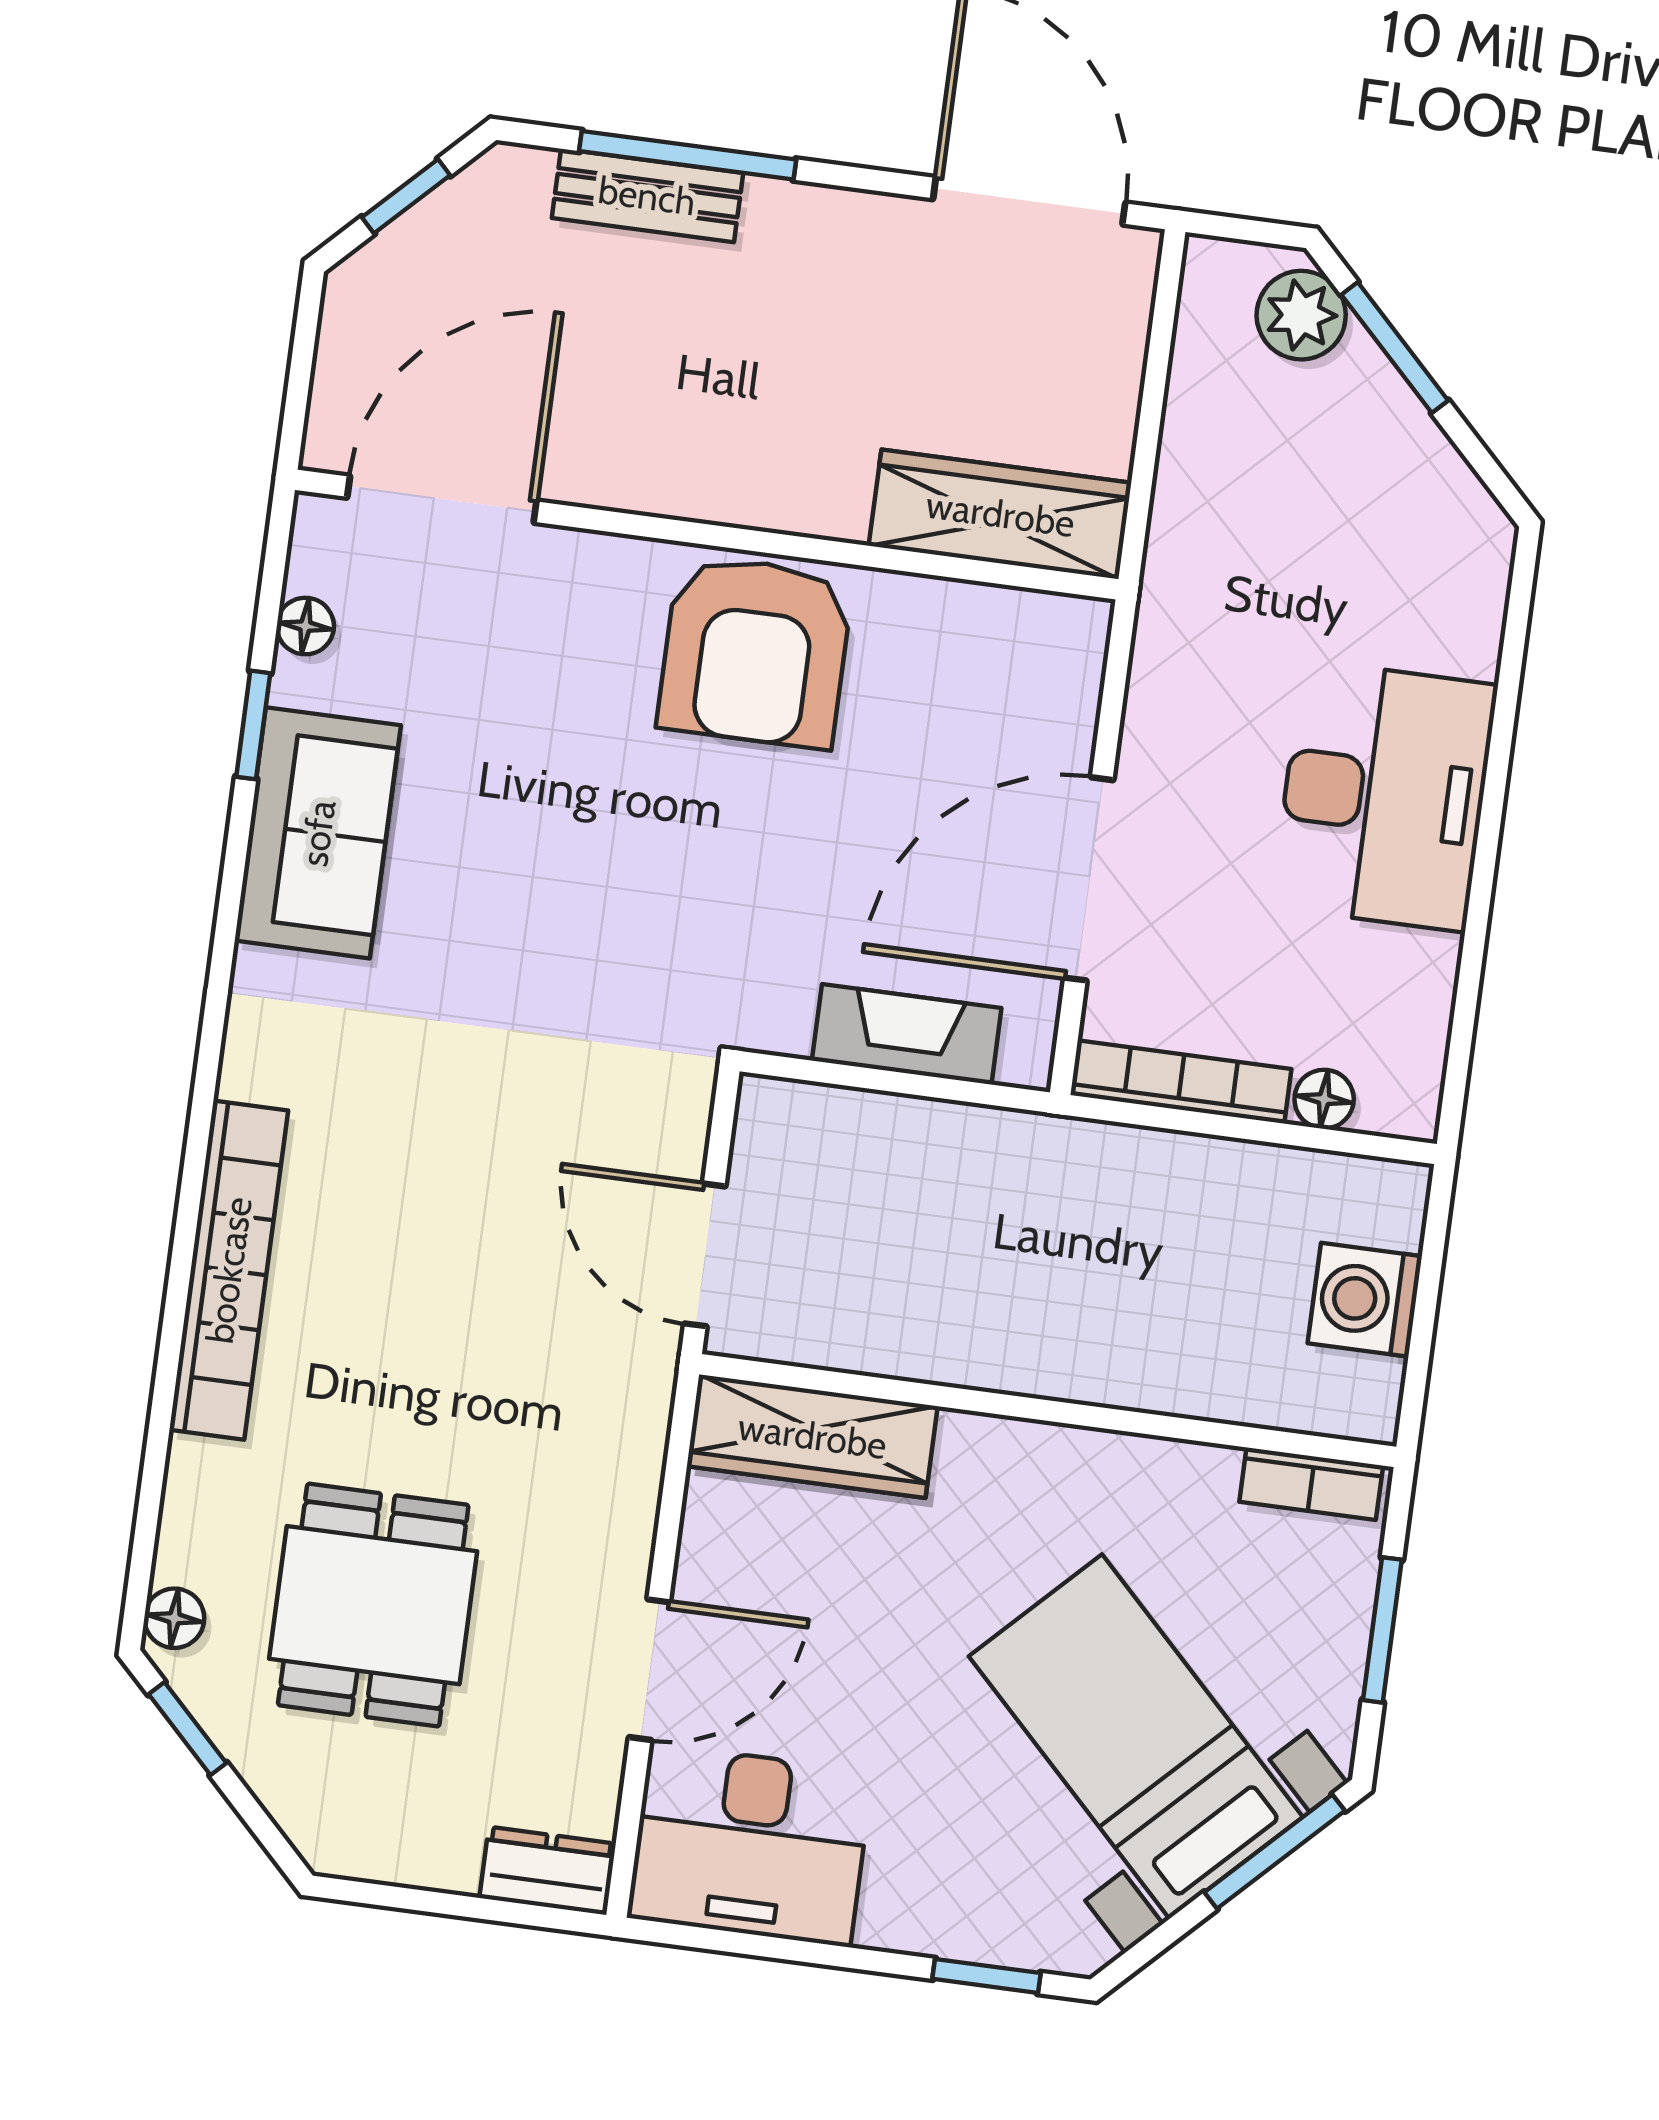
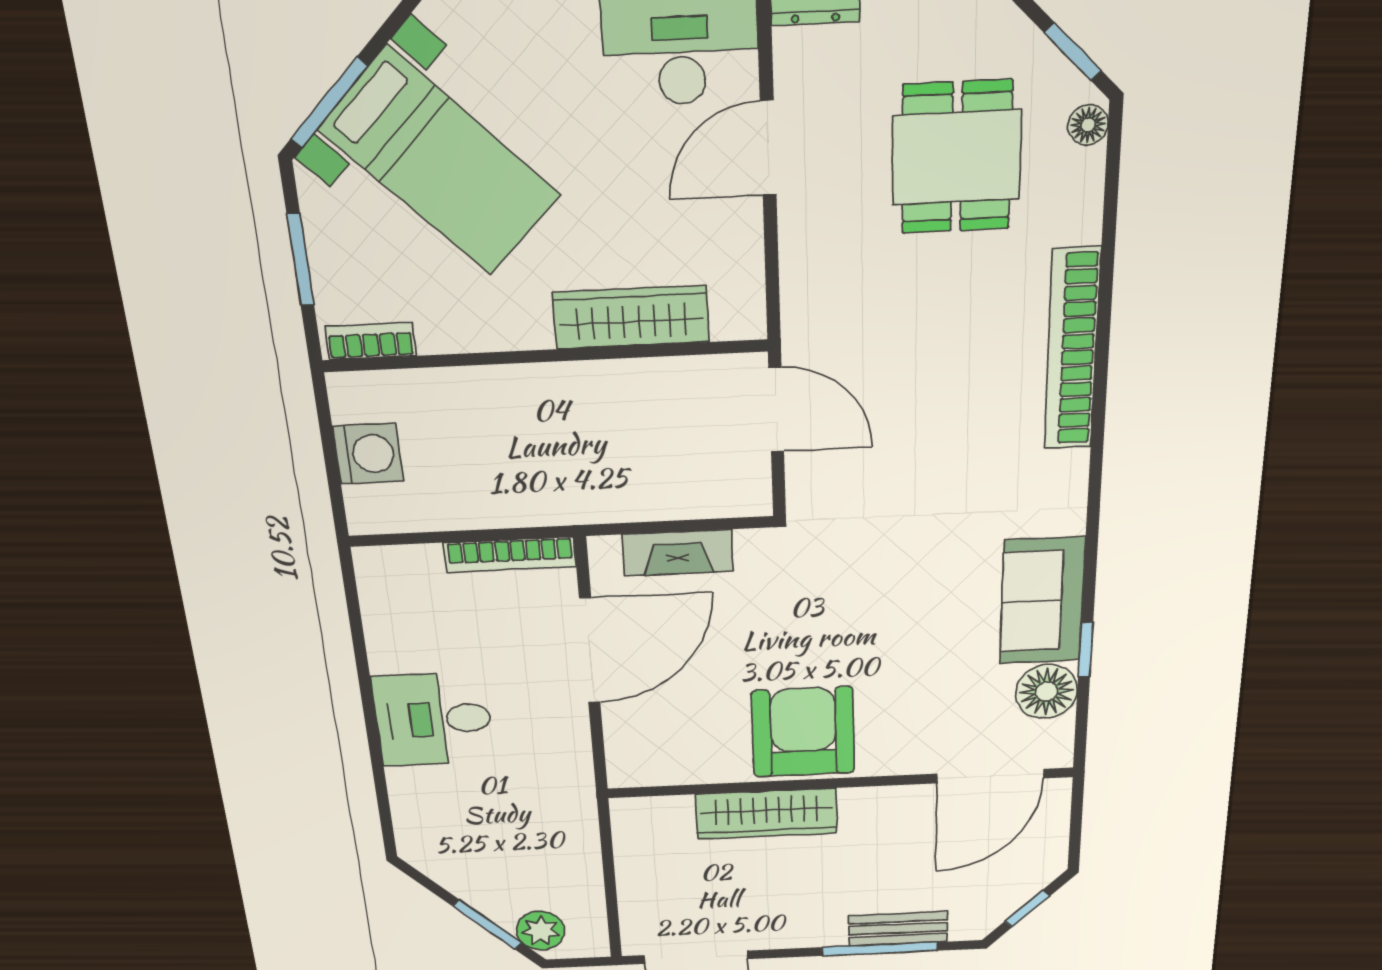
wardrobe: (1000, 514) -> (766, 814), moved
floor lamp: (305, 626) -> (1047, 692), width x1.89, depth x1.89
desk: (1384, 796) -> (433, 719), width x0.73
floor lamp: (1324, 1099) -> (424, 560), removed
wardrobe: (812, 1436) -> (631, 317), moved

